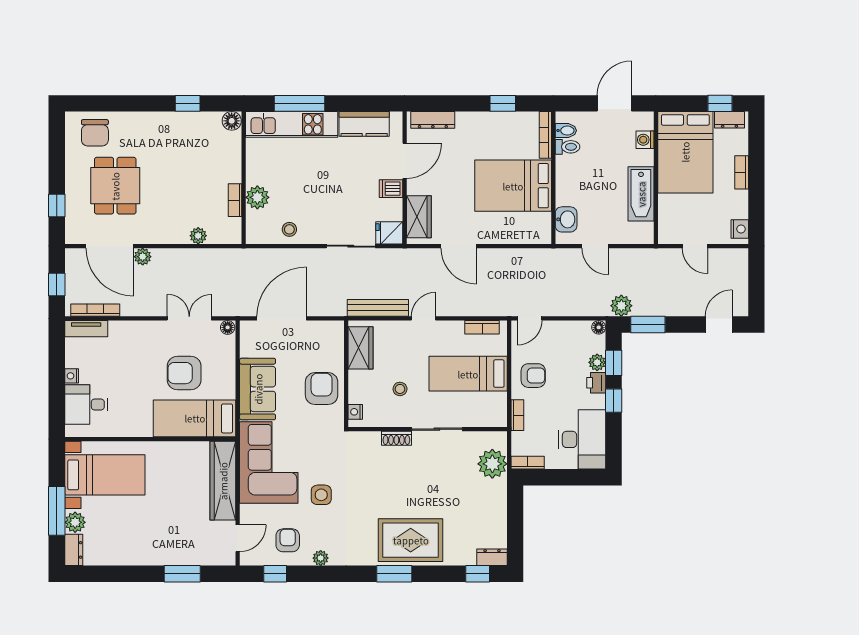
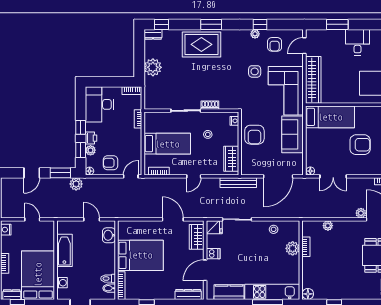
bench: (378, 308) -> (238, 183), moved
door: (719, 324) -> (32, 173), moved
armchair: (184, 373) -> (360, 145), moved
armchair: (533, 376) -> (110, 163), moved
plant: (492, 464) -> (153, 67), moved
desk: (148, 544) -> (357, 42), added
window: (275, 574) -> (260, 24), moved

